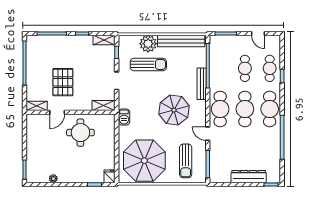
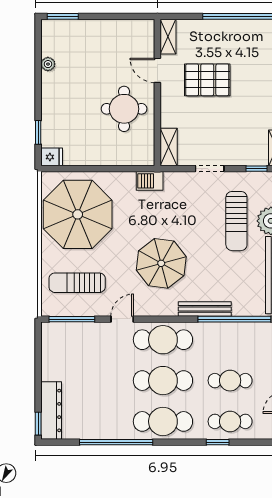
dresser: (249, 177) -> (51, 410), moved

